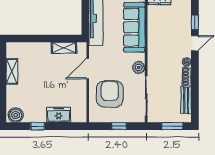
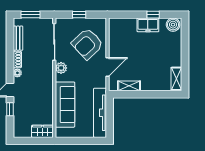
shelving: (12, 71) -> (176, 79), moved
armchair: (110, 94) -> (87, 44), turned 47
freezer: (59, 115) -> (148, 25), moved

